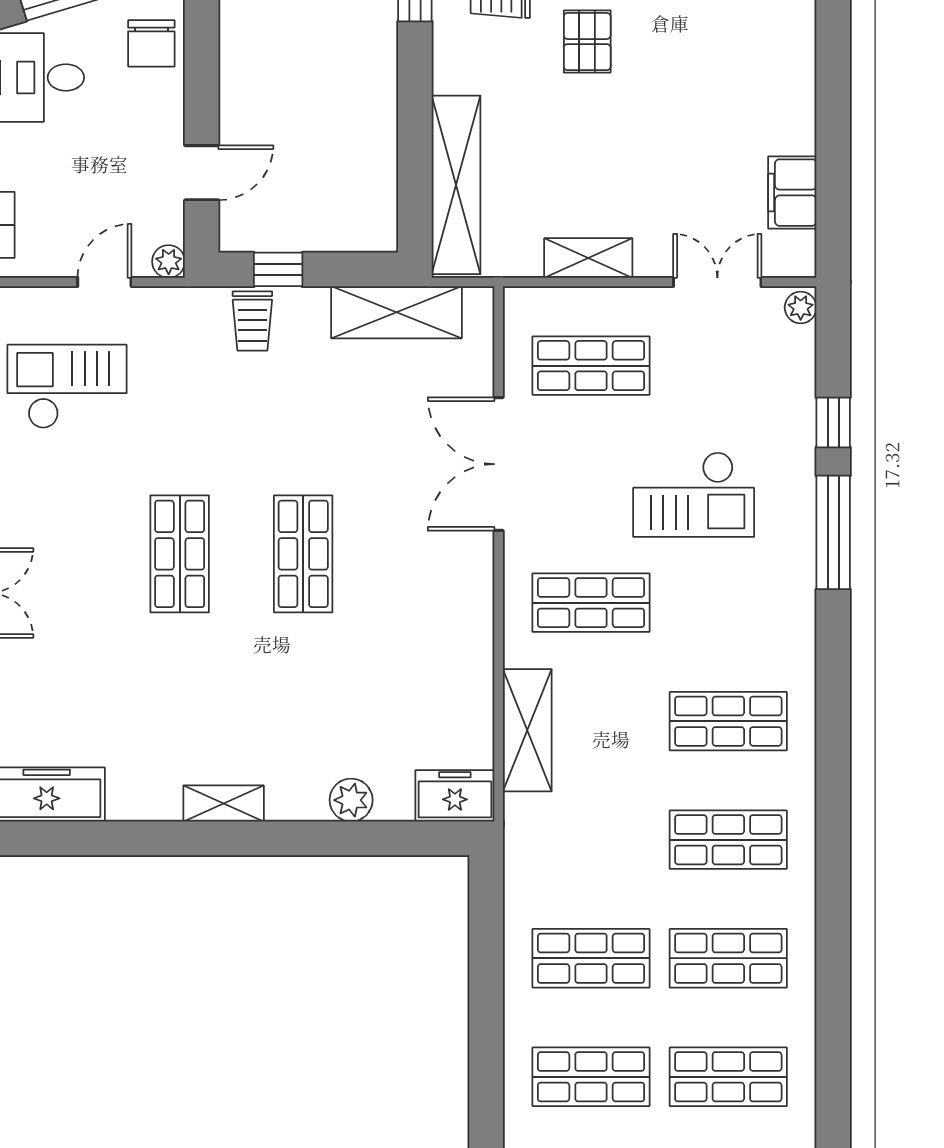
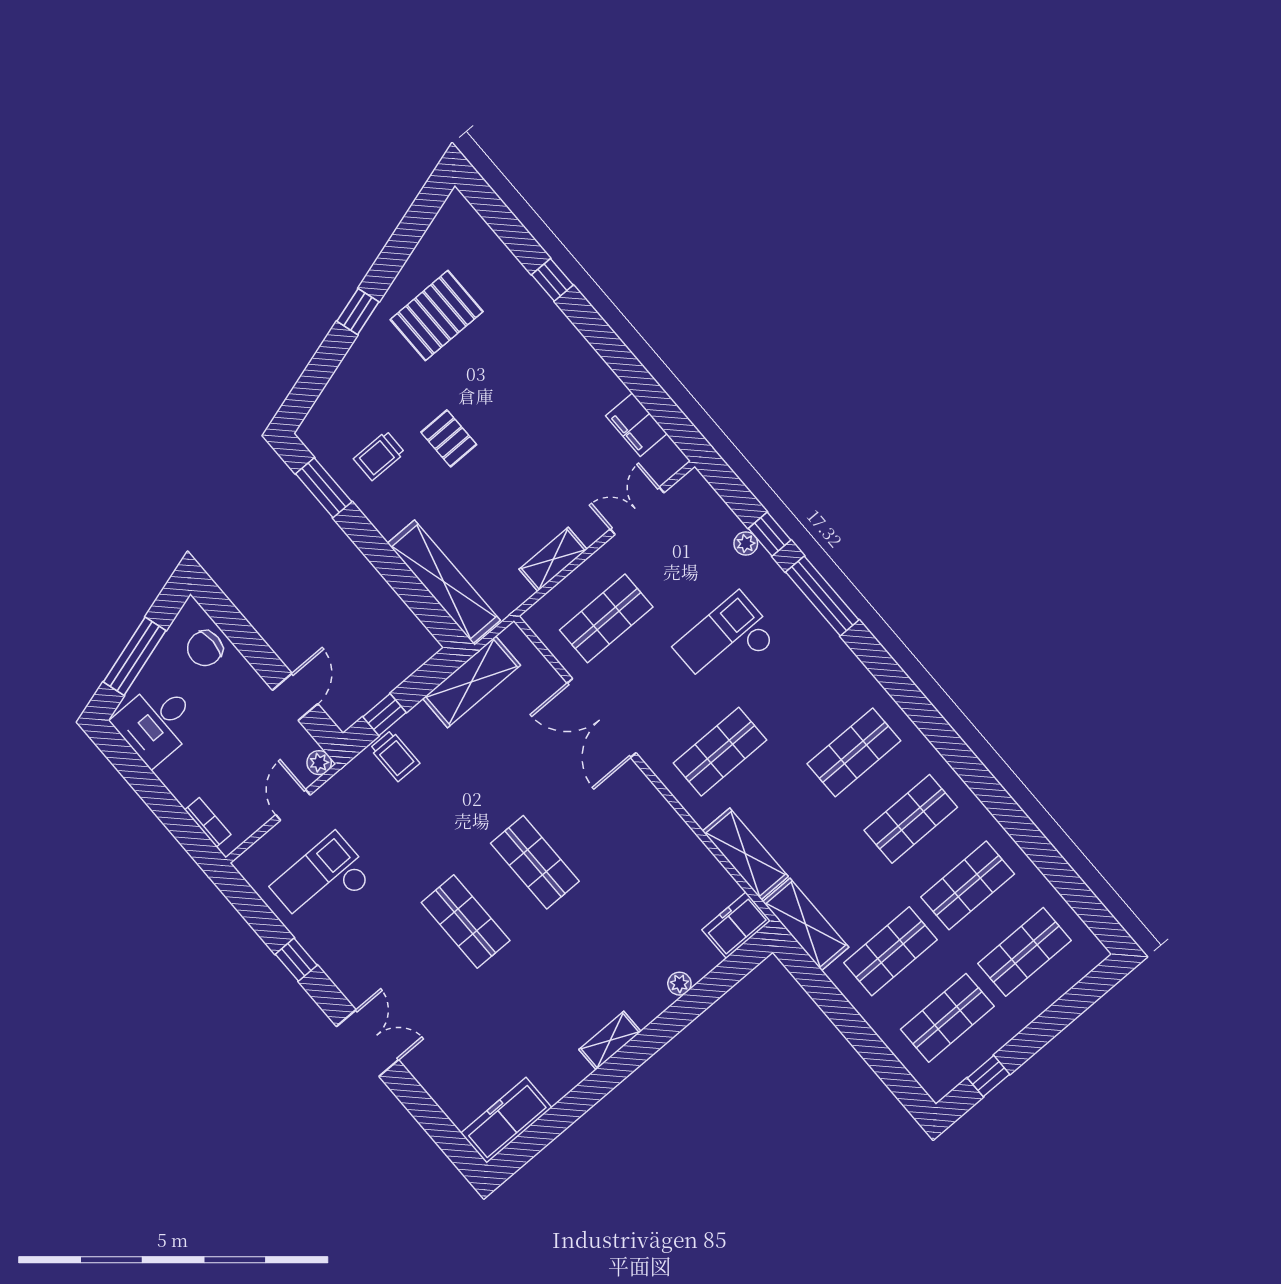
chair: (151, 43) -> (205, 648), turned 90
plant: (801, 307) -> (746, 543), moved
checkout: (694, 495) -> (726, 642), turned 180
plant: (351, 800) -> (679, 984), width x0.73, depth x0.73
shelving: (527, 856) -> (806, 924), added

